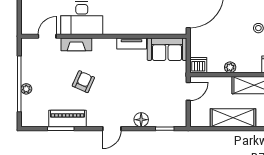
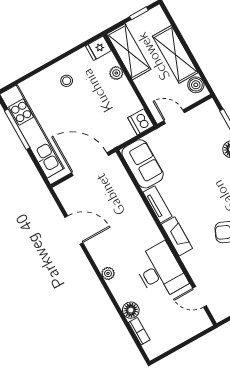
fireplace: (76, 44) -> (177, 236), moved
plant: (230, 67) -> (116, 73), moved
boiler: (203, 120) -> (196, 85), added

